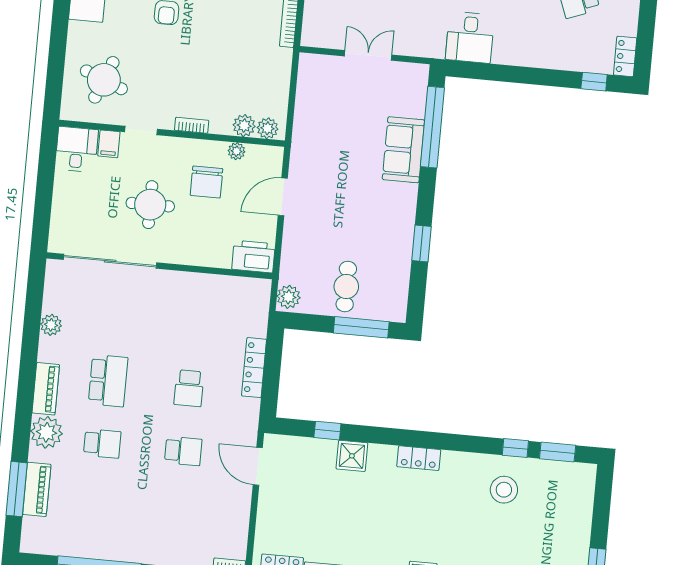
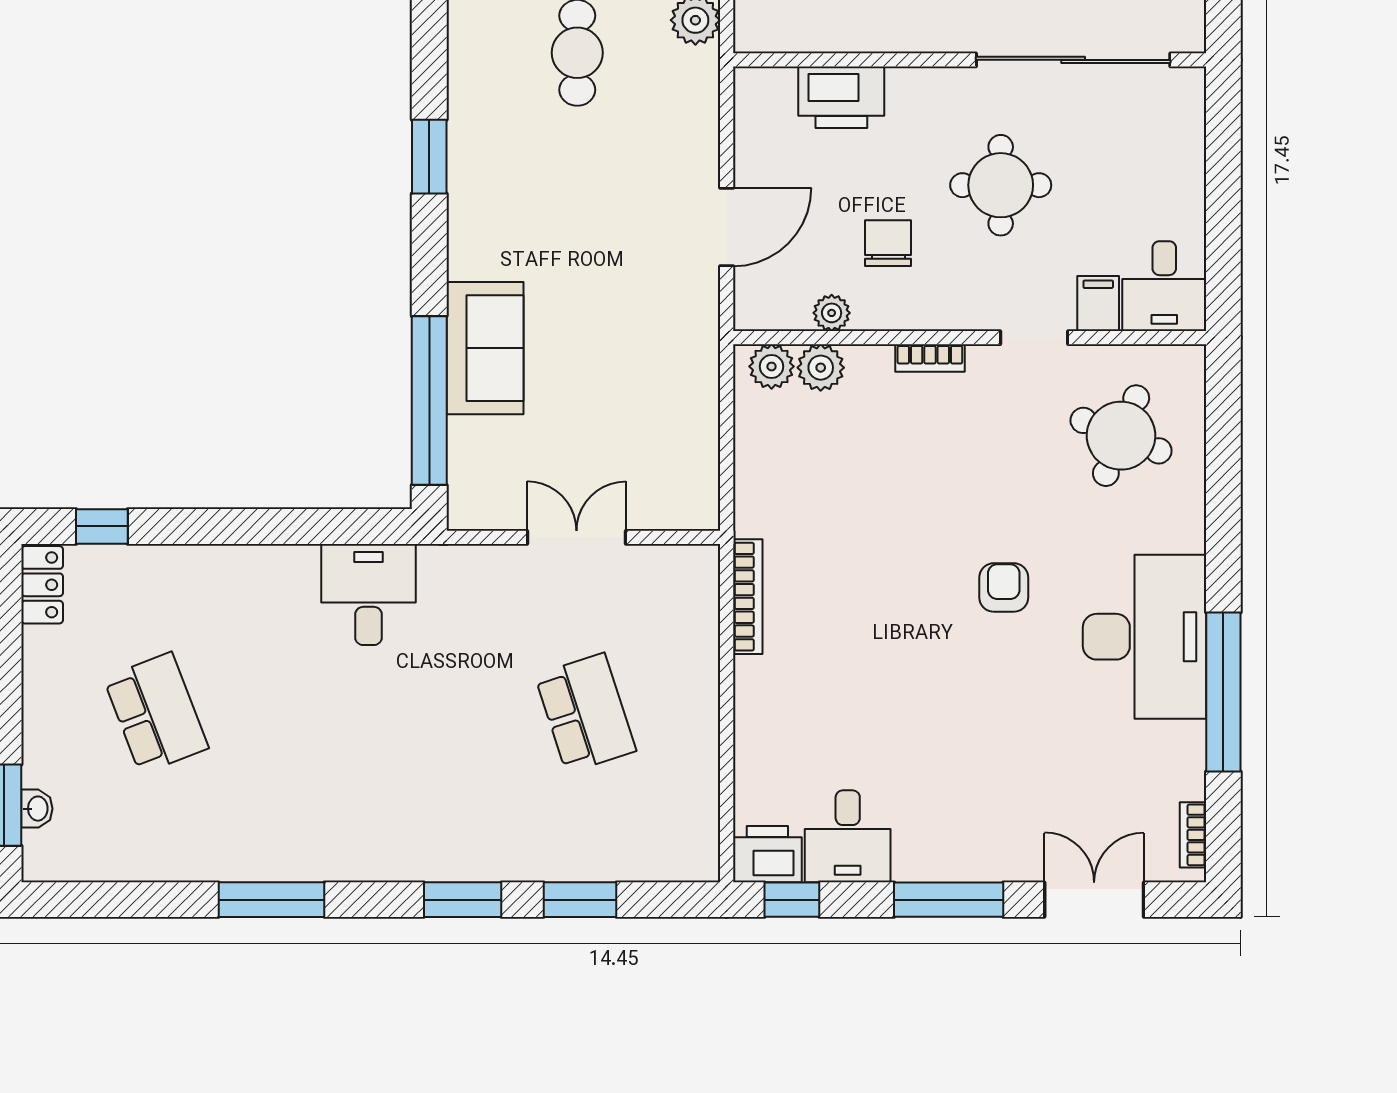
double door: (368, 55) -> (577, 537), swing flipped
chair: (206, 182) -> (888, 243), width x0.73, depth x0.73
printer: (254, 256) -> (841, 97), moved

